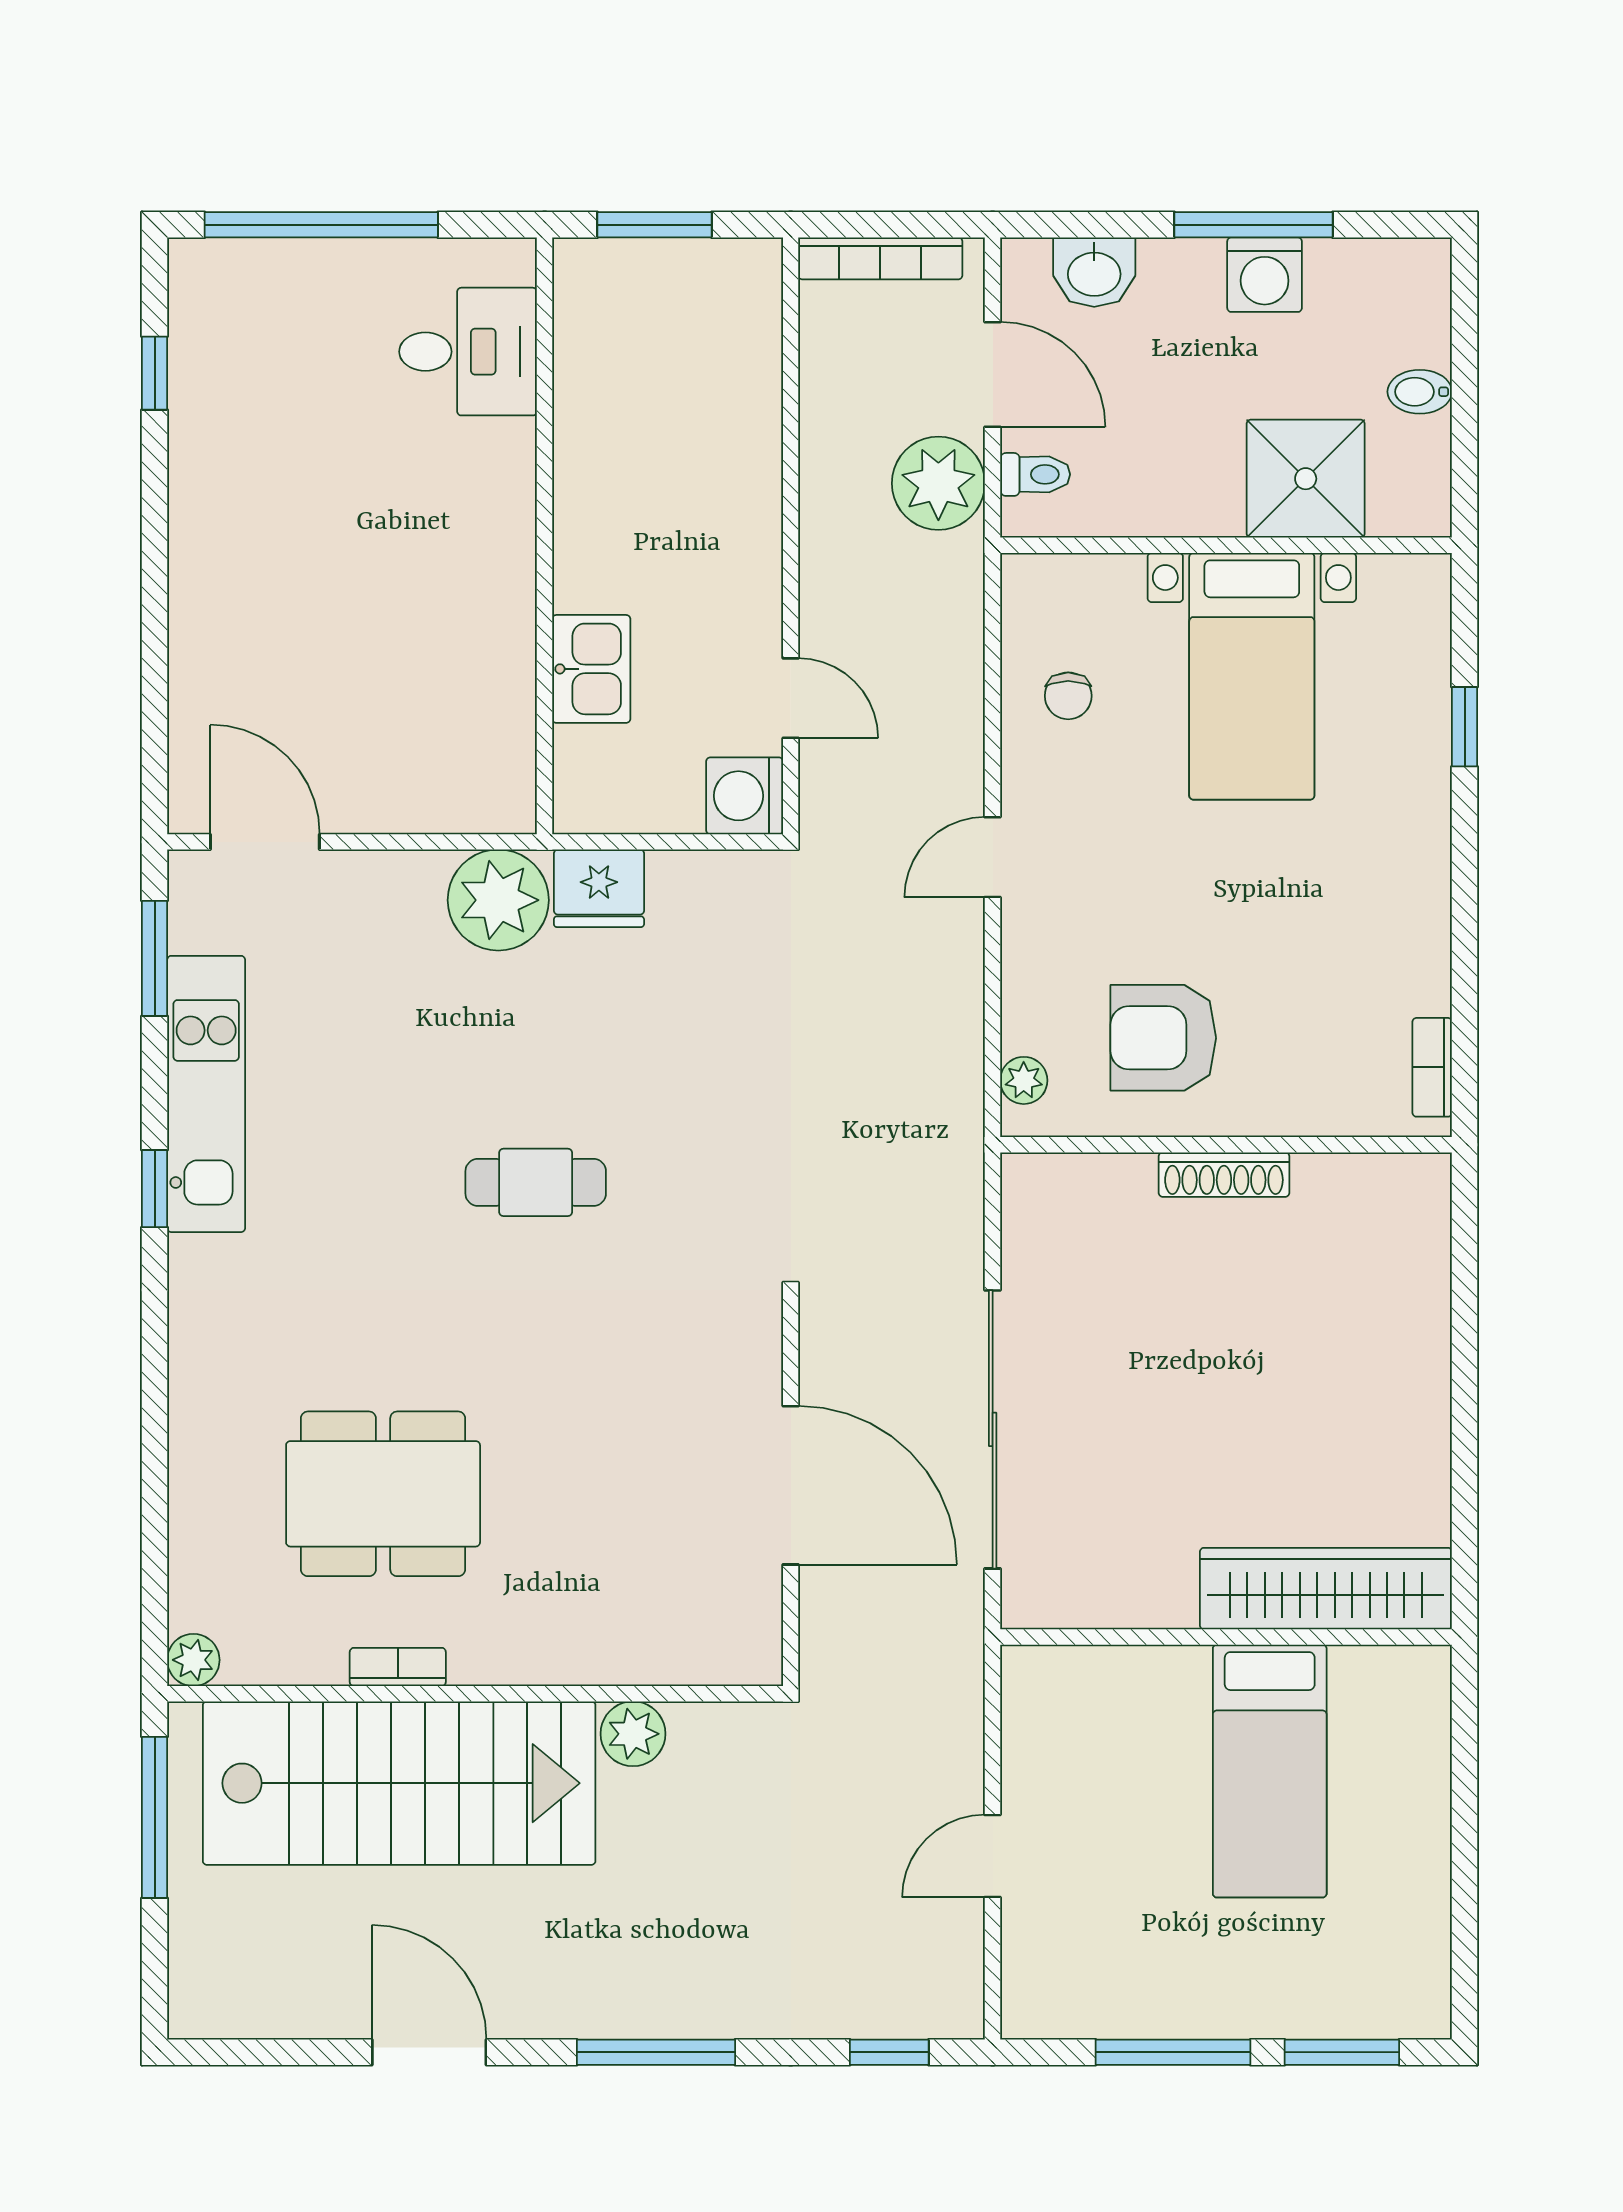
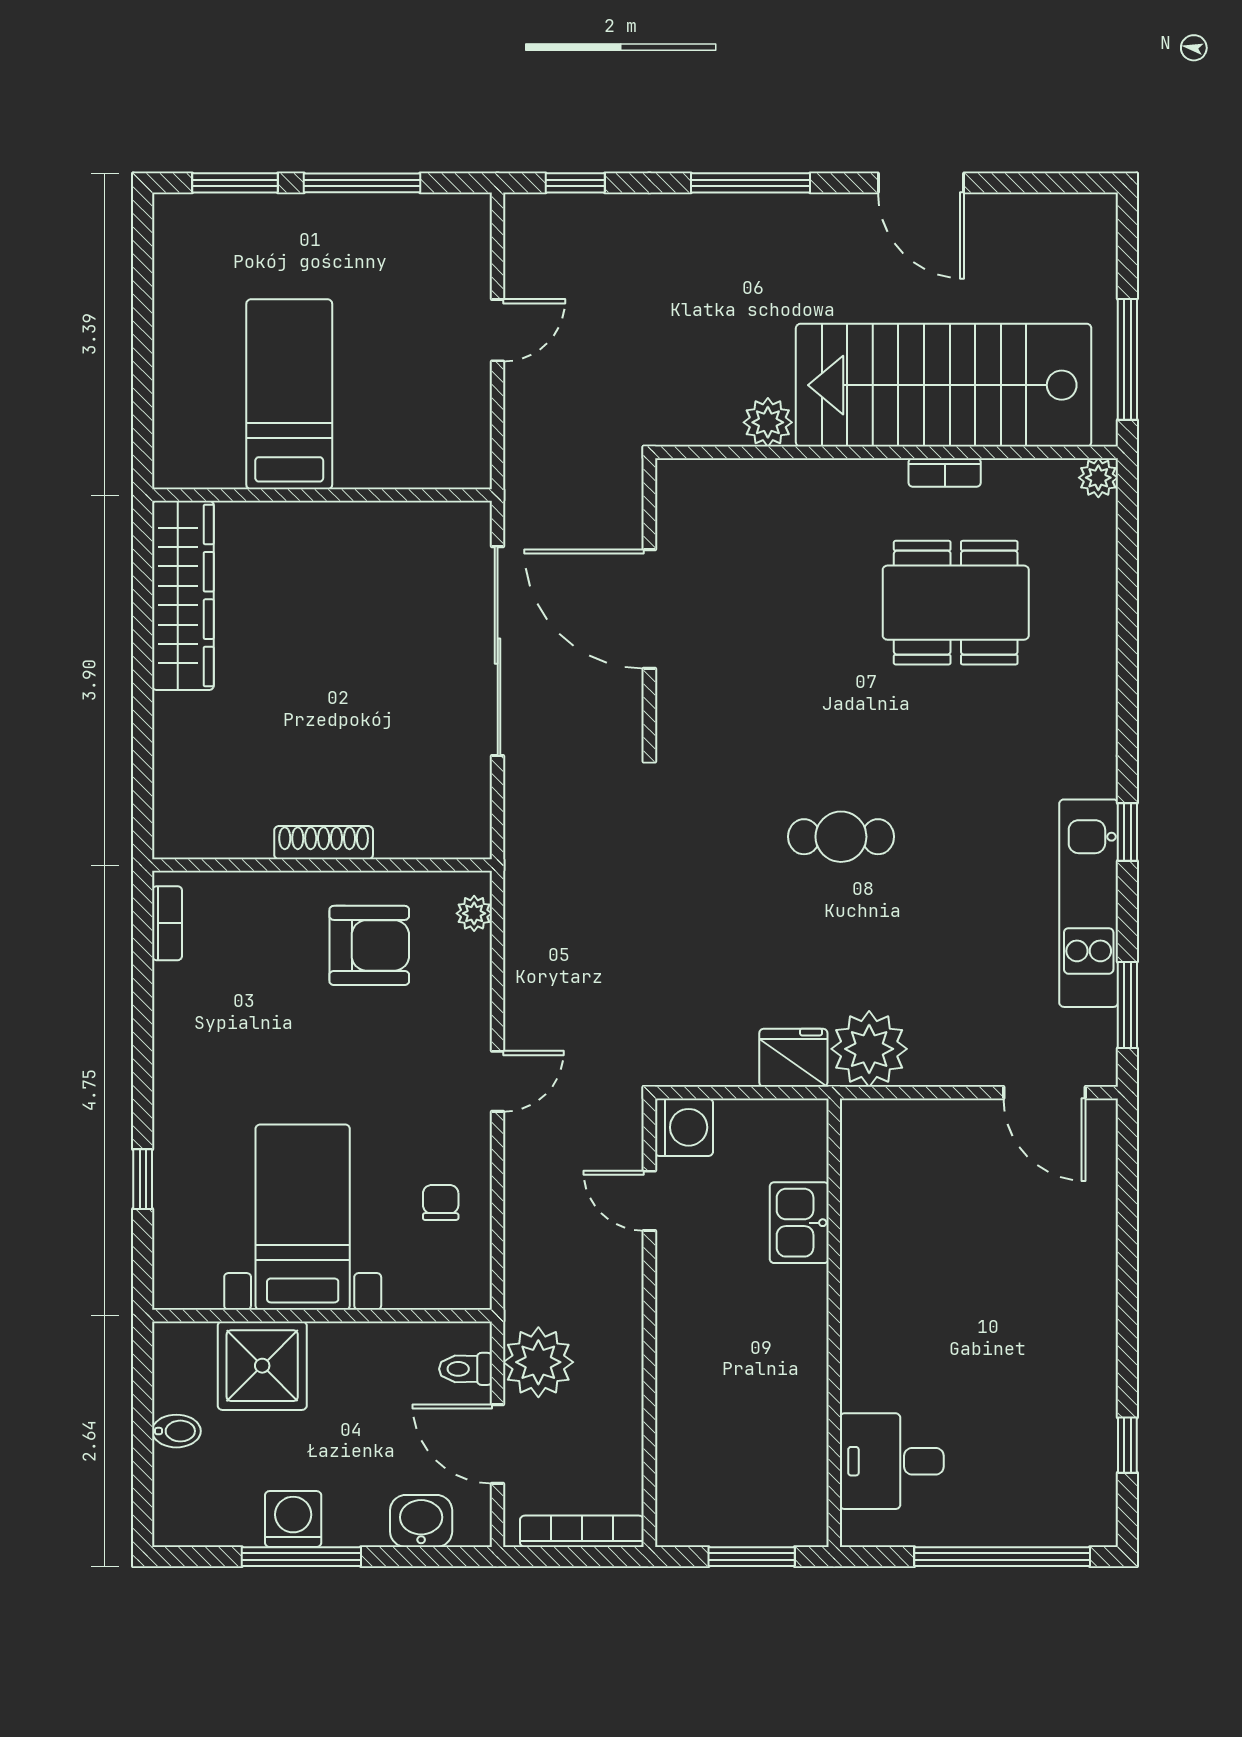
wardrobe: (1326, 1589) -> (183, 595), moved, turned -90

